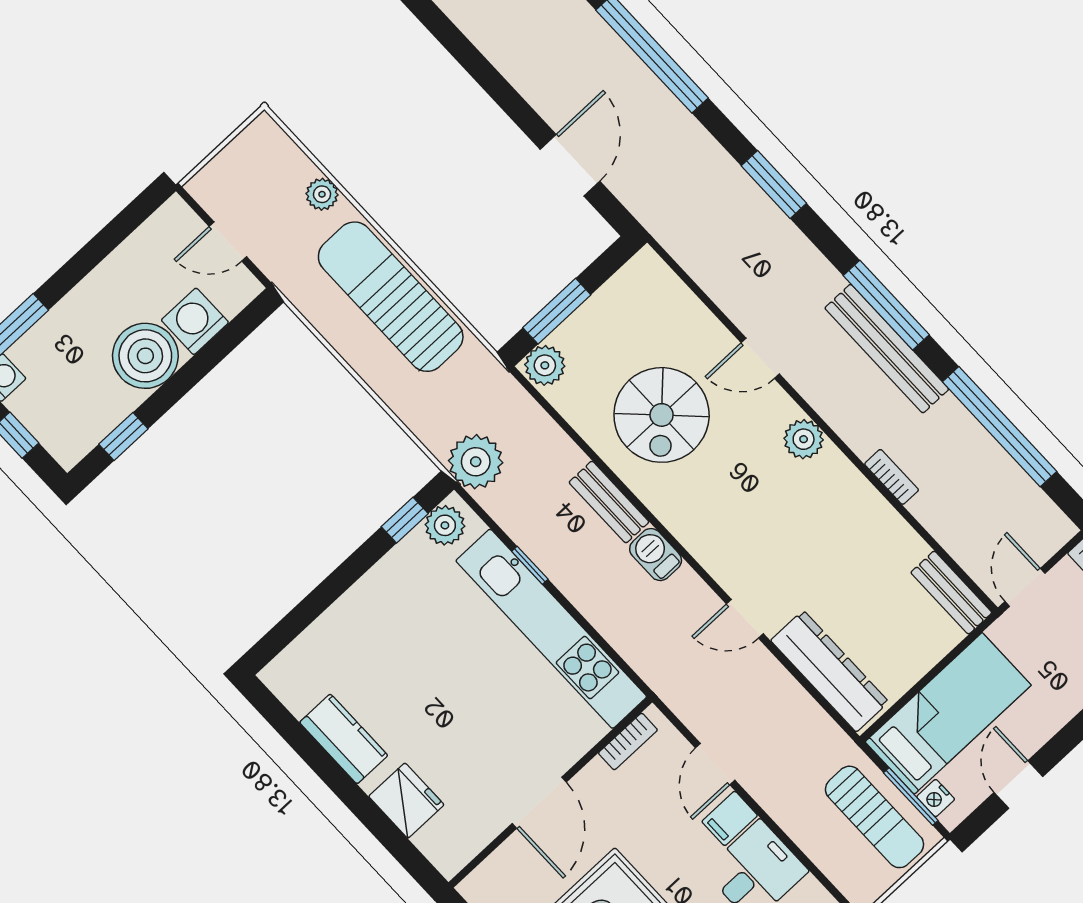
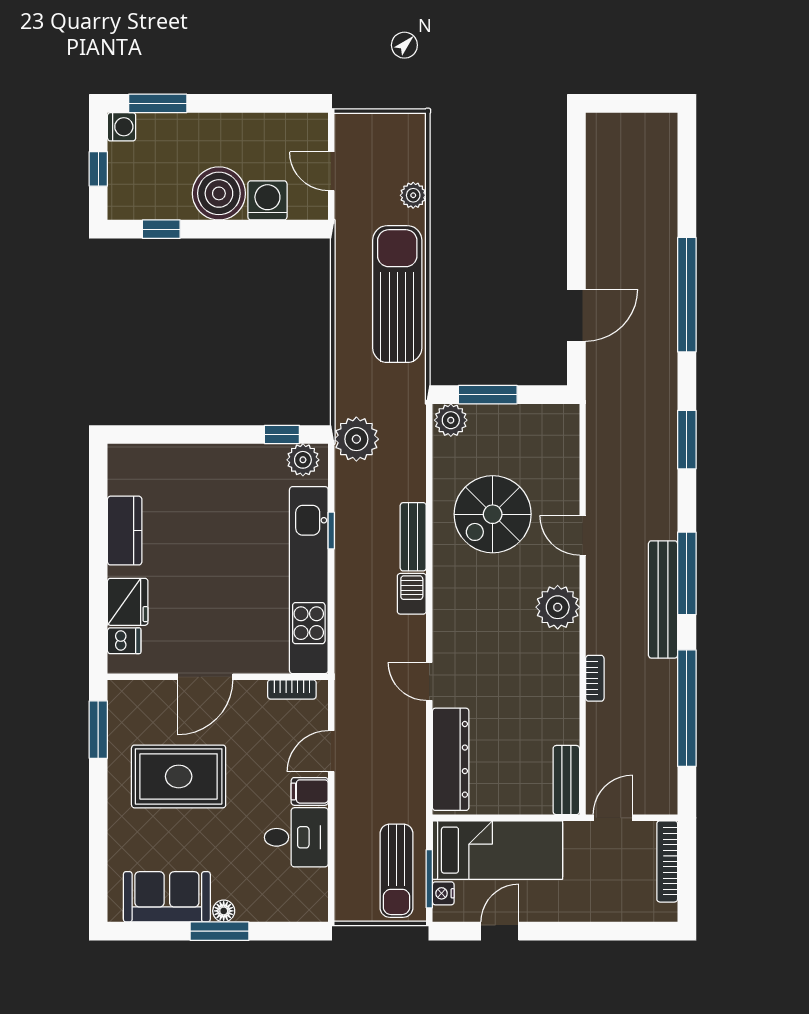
plant: (804, 439) -> (558, 607), width x1.36, depth x1.36
dishwasher: (436, 839) -> (124, 641), added

